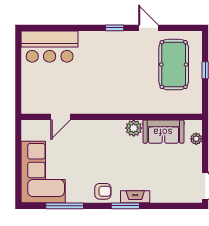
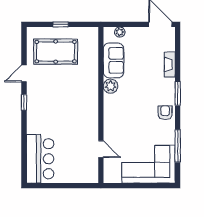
fireplace: (135, 197) -> (170, 65), moved

